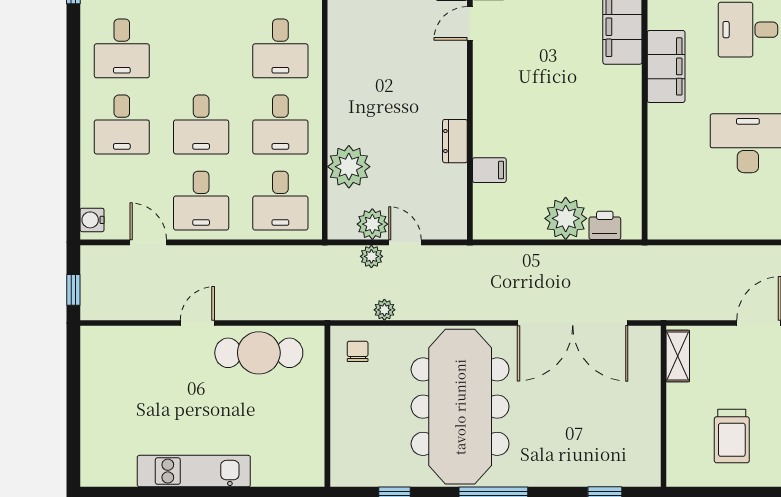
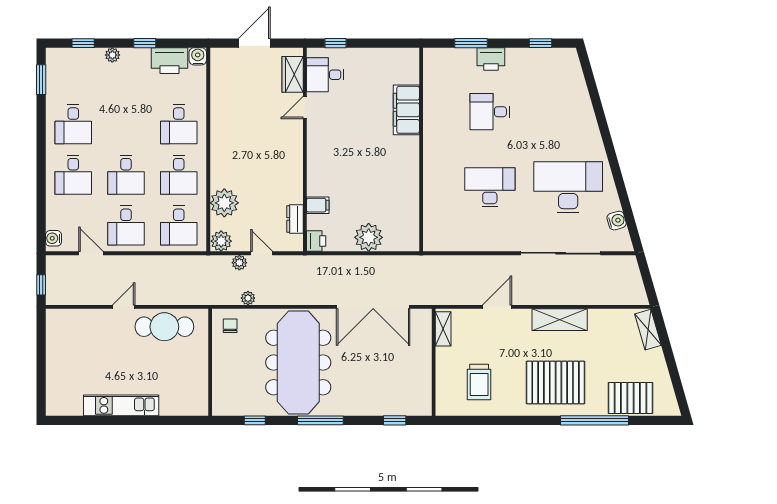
filing cabinet: (666, 66) -> (435, 136), removed
dresser: (455, 141) -> (295, 219), moved
plant: (372, 224) -> (221, 241), moved
printer: (605, 225) -> (316, 241), moved, turned 90

